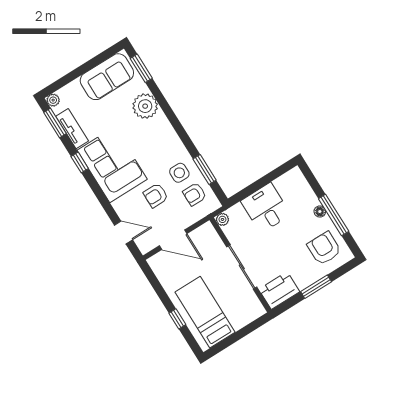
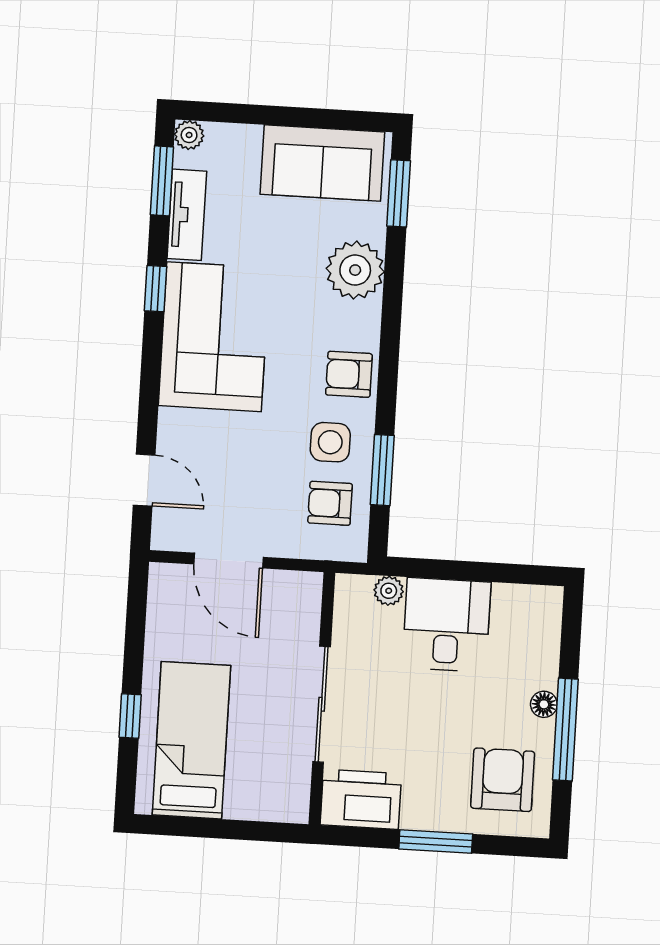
armchair: (156, 195) -> (349, 374), moved
plant: (222, 219) -> (389, 591), moved

